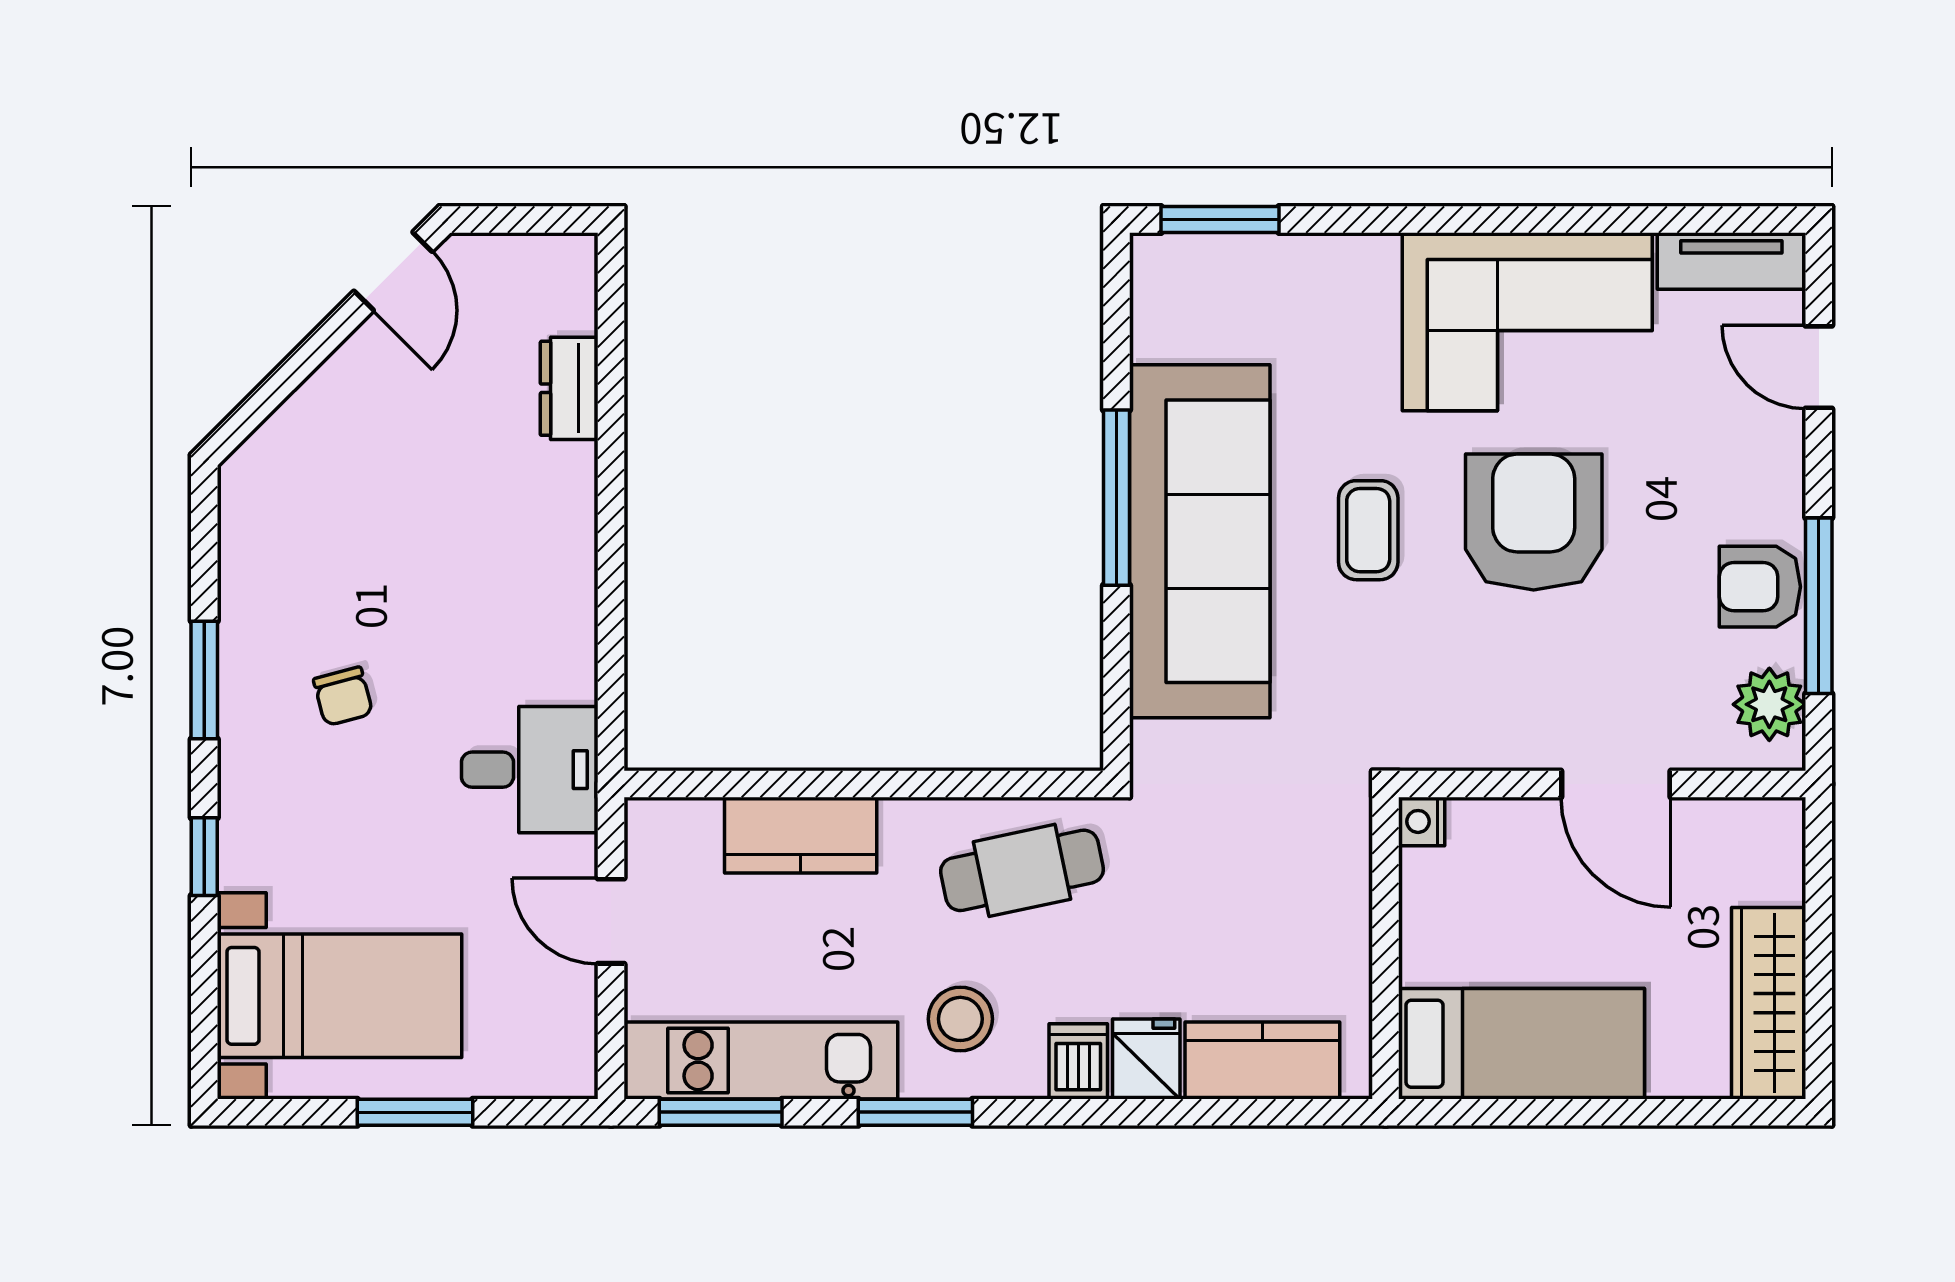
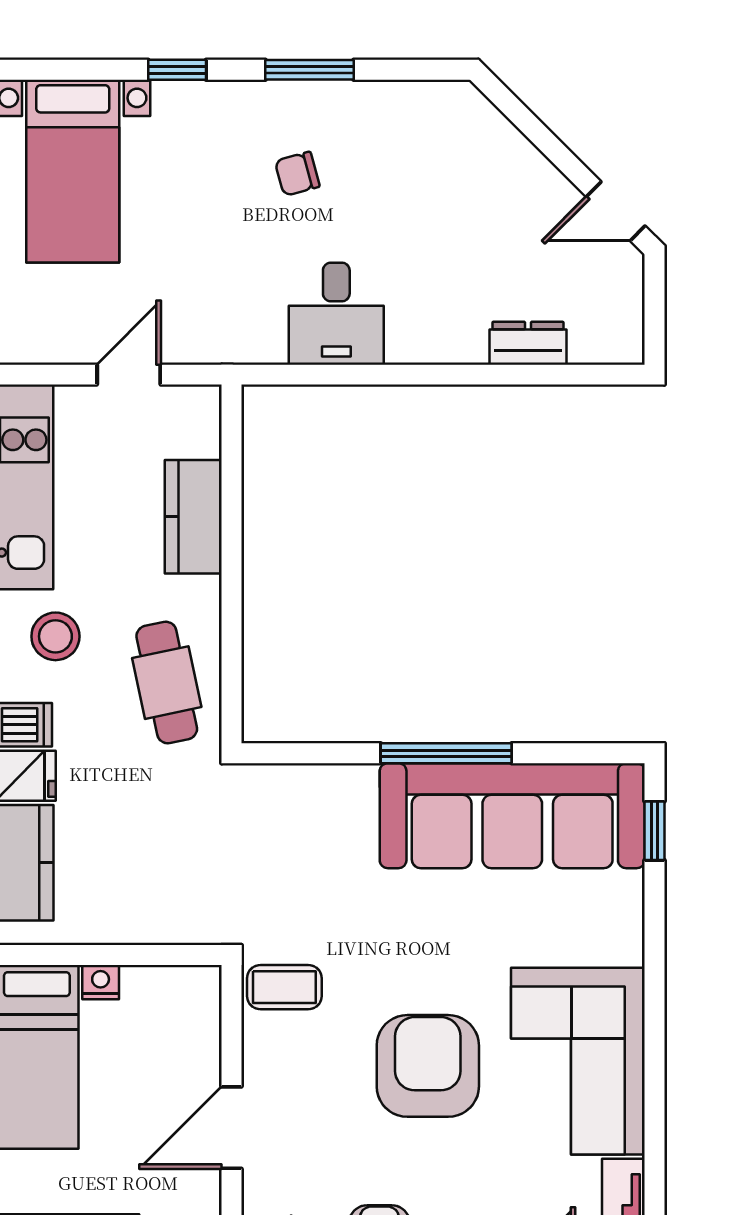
window: (1220, 220) -> (654, 831), width x0.67
armchair: (1534, 522) -> (428, 1066), turned -90
coffee table: (1368, 530) -> (284, 987), moved
sofa: (1200, 541) -> (512, 816), moved
desk: (530, 770) -> (336, 314), moved
nightstand: (1422, 821) -> (101, 982), moved

